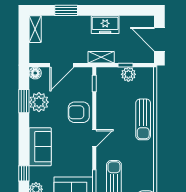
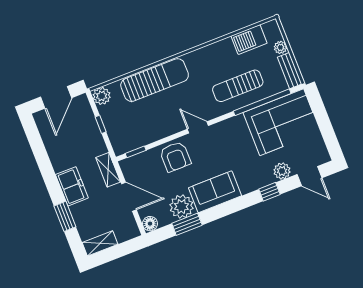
freezer: (105, 25) -> (72, 186), moved
shelving: (101, 57) -> (108, 170), moved
plant: (128, 74) -> (102, 96), moved
sun lounger: (143, 119) -> (155, 80), width x1.36, depth x1.34
sofa: (40, 147) -> (215, 192), moved

